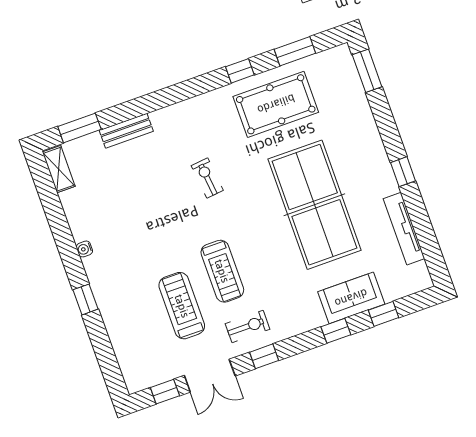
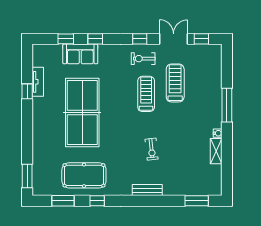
bench: (126, 131) -> (147, 190), moved
shelving: (59, 169) -> (216, 151), moved
window: (403, 172) -> (27, 91), moved
exercise bike: (207, 178) -> (152, 149), moved
tv unit: (404, 229) -> (38, 82), width x0.71
window: (86, 299) -> (227, 105), width x2.17
treadmill: (182, 306) -> (175, 83), turned 180

